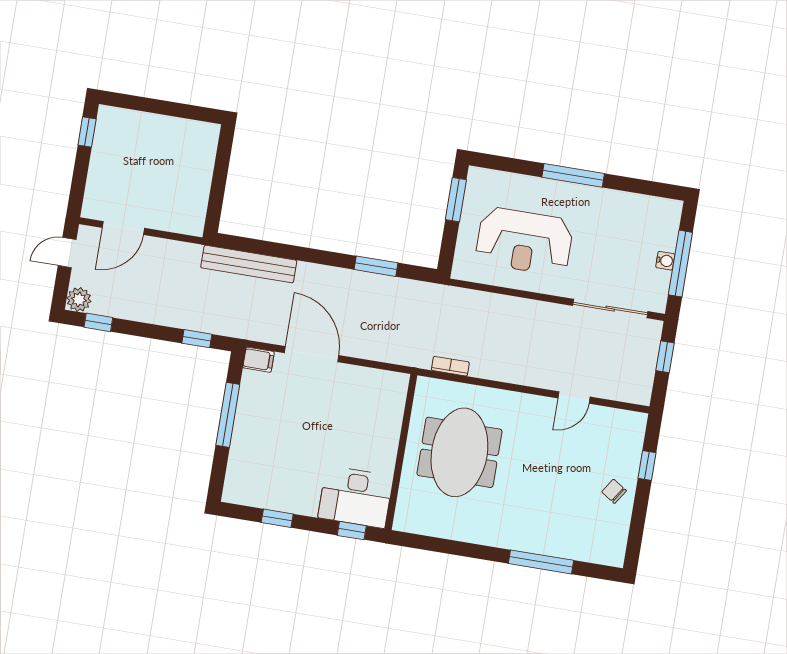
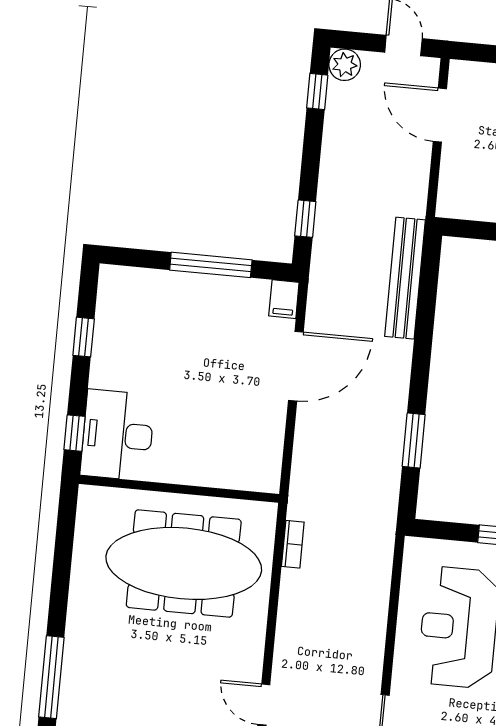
meeting table: (459, 452) -> (184, 563), width x1.36

